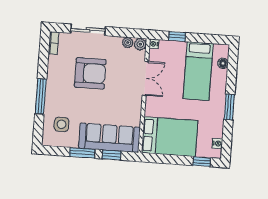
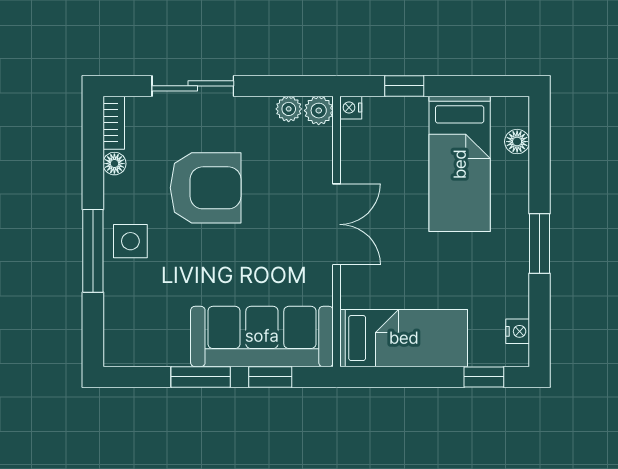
floor lamp: (53, 60) -> (114, 164), added
double door: (145, 78) -> (337, 224), moved
side table: (62, 124) -> (130, 241), moved
bed: (170, 137) -> (404, 338), width x0.67

